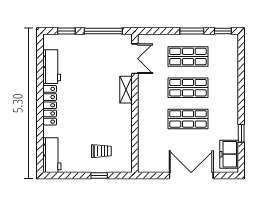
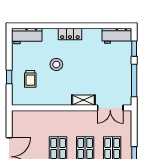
workbench: (52, 67) -> (117, 36), moved
locker: (50, 105) -> (70, 34), width x0.66
stool: (85, 121) -> (56, 64), added

